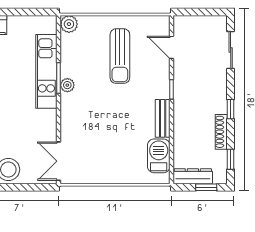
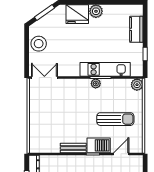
window: (24, 12) -> (145, 54), added
sun lounger: (120, 56) -> (115, 119), turned 180
barbecue: (159, 156) -> (99, 145), moved

